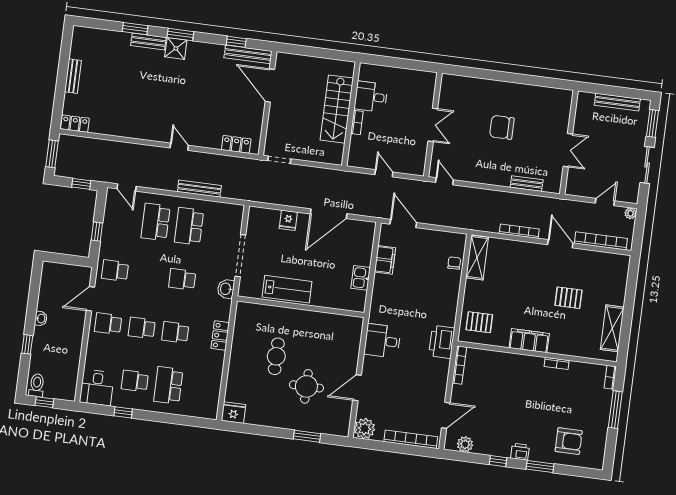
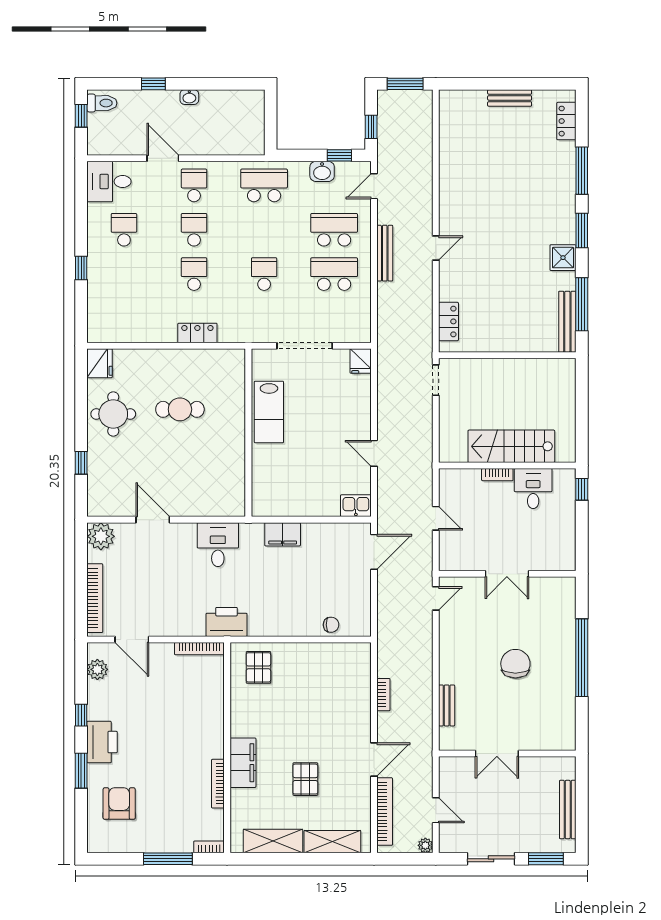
window: (135, 29) -> (582, 171), width x1.44
bench: (148, 41) -> (567, 190), removed
window: (236, 42) -> (582, 304), width x2.17
shower: (176, 48) -> (563, 258), moved
window: (376, 60) -> (582, 489), added
window: (504, 77) -> (582, 658), added
door: (270, 86) -> (531, 355), removed
locker: (75, 124) -> (566, 121), moved, turned 180
door: (384, 173) -> (436, 518), hinge flipped
bench: (199, 189) -> (385, 253), moved
door: (329, 214) -> (374, 453), width x0.53
fridge: (288, 220) -> (361, 361), moved, turned -90
bookcase: (519, 231) -> (383, 695), width x0.64
window: (97, 232) -> (339, 155), moved
shelving: (477, 258) -> (332, 842), moved
filing cabinet: (385, 260) -> (283, 534), moved
school desk: (115, 271) -> (264, 185), width x1.85
kitchen sink: (361, 278) -> (356, 506), moved
washbasin: (226, 289) -> (322, 171), moved, turned 180
door: (90, 299) -> (163, 158), moved
filing cabinet: (529, 341) -> (243, 763), moved
bookcase: (557, 363) -> (218, 784), width x1.56
school desk: (168, 385) -> (124, 274), removed
round table: (306, 386) -> (113, 414), moved
window: (123, 412) -> (81, 268), moved
window: (307, 436) -> (81, 463), width x0.67
armchair: (569, 441) -> (119, 804), turned 180
printer: (520, 452) -> (102, 742), width x1.87, depth x1.48

